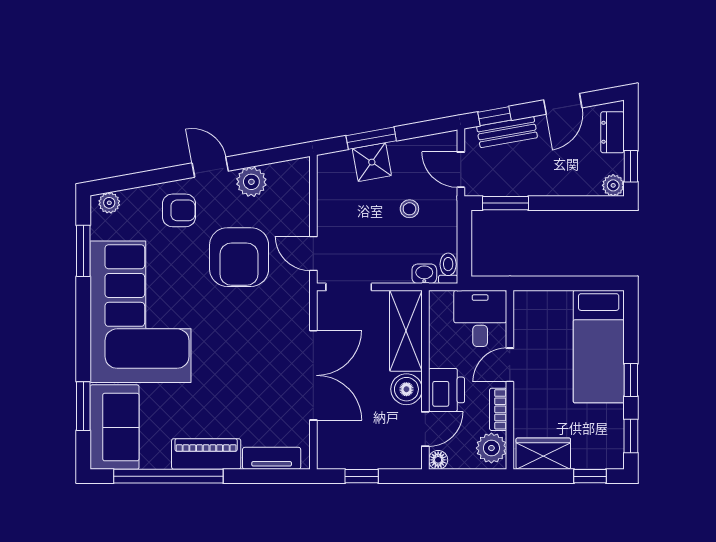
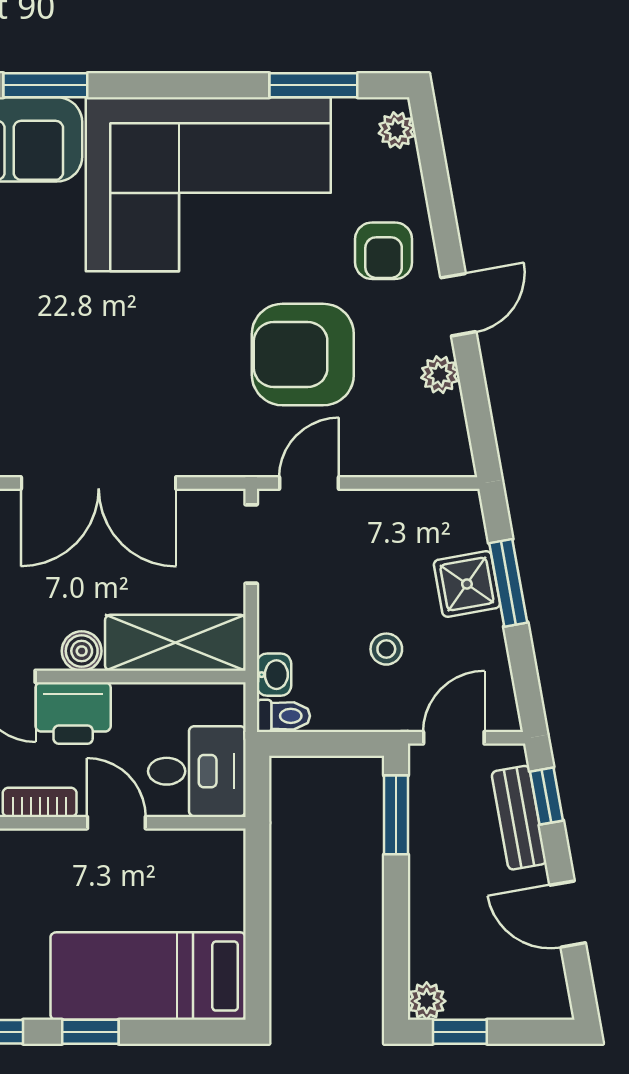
dresser: (613, 132) -> (518, 1000), removed
plant: (251, 182) -> (440, 375), width x0.73, depth x0.73
boiler: (406, 389) -> (82, 651), width x0.73, depth x0.73

